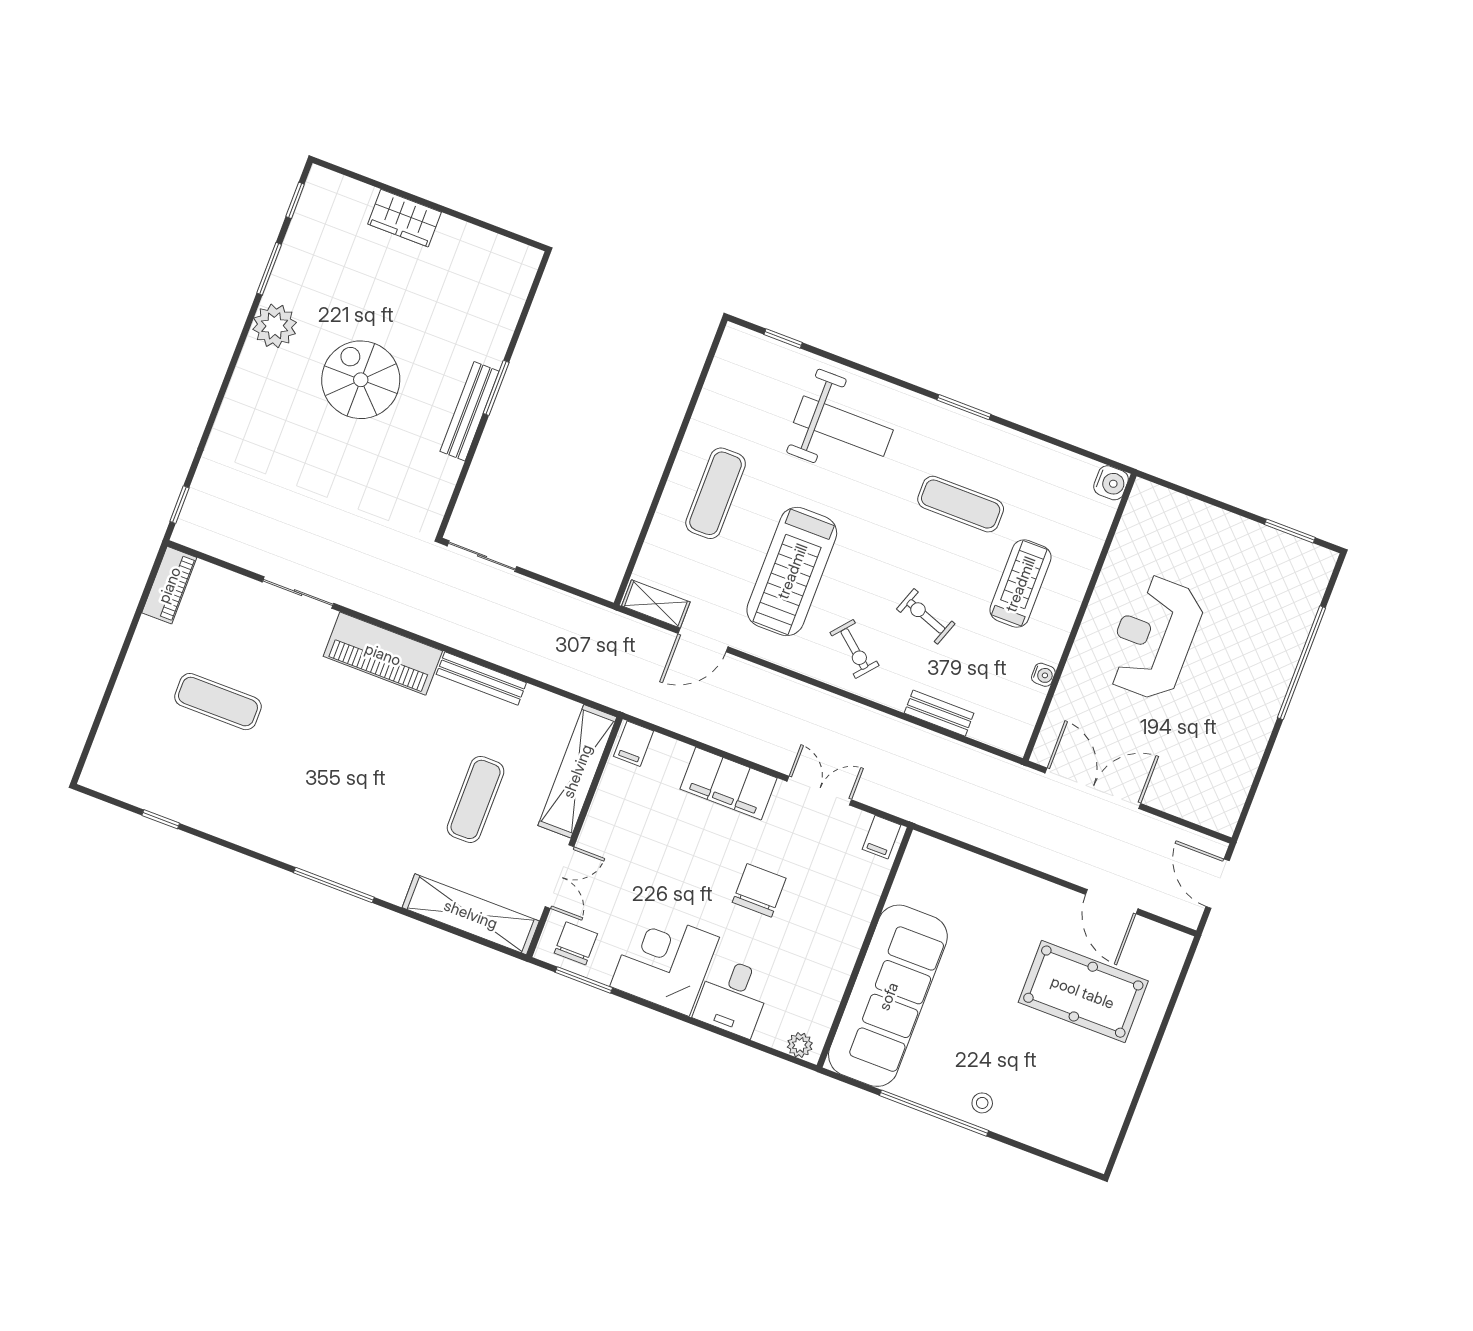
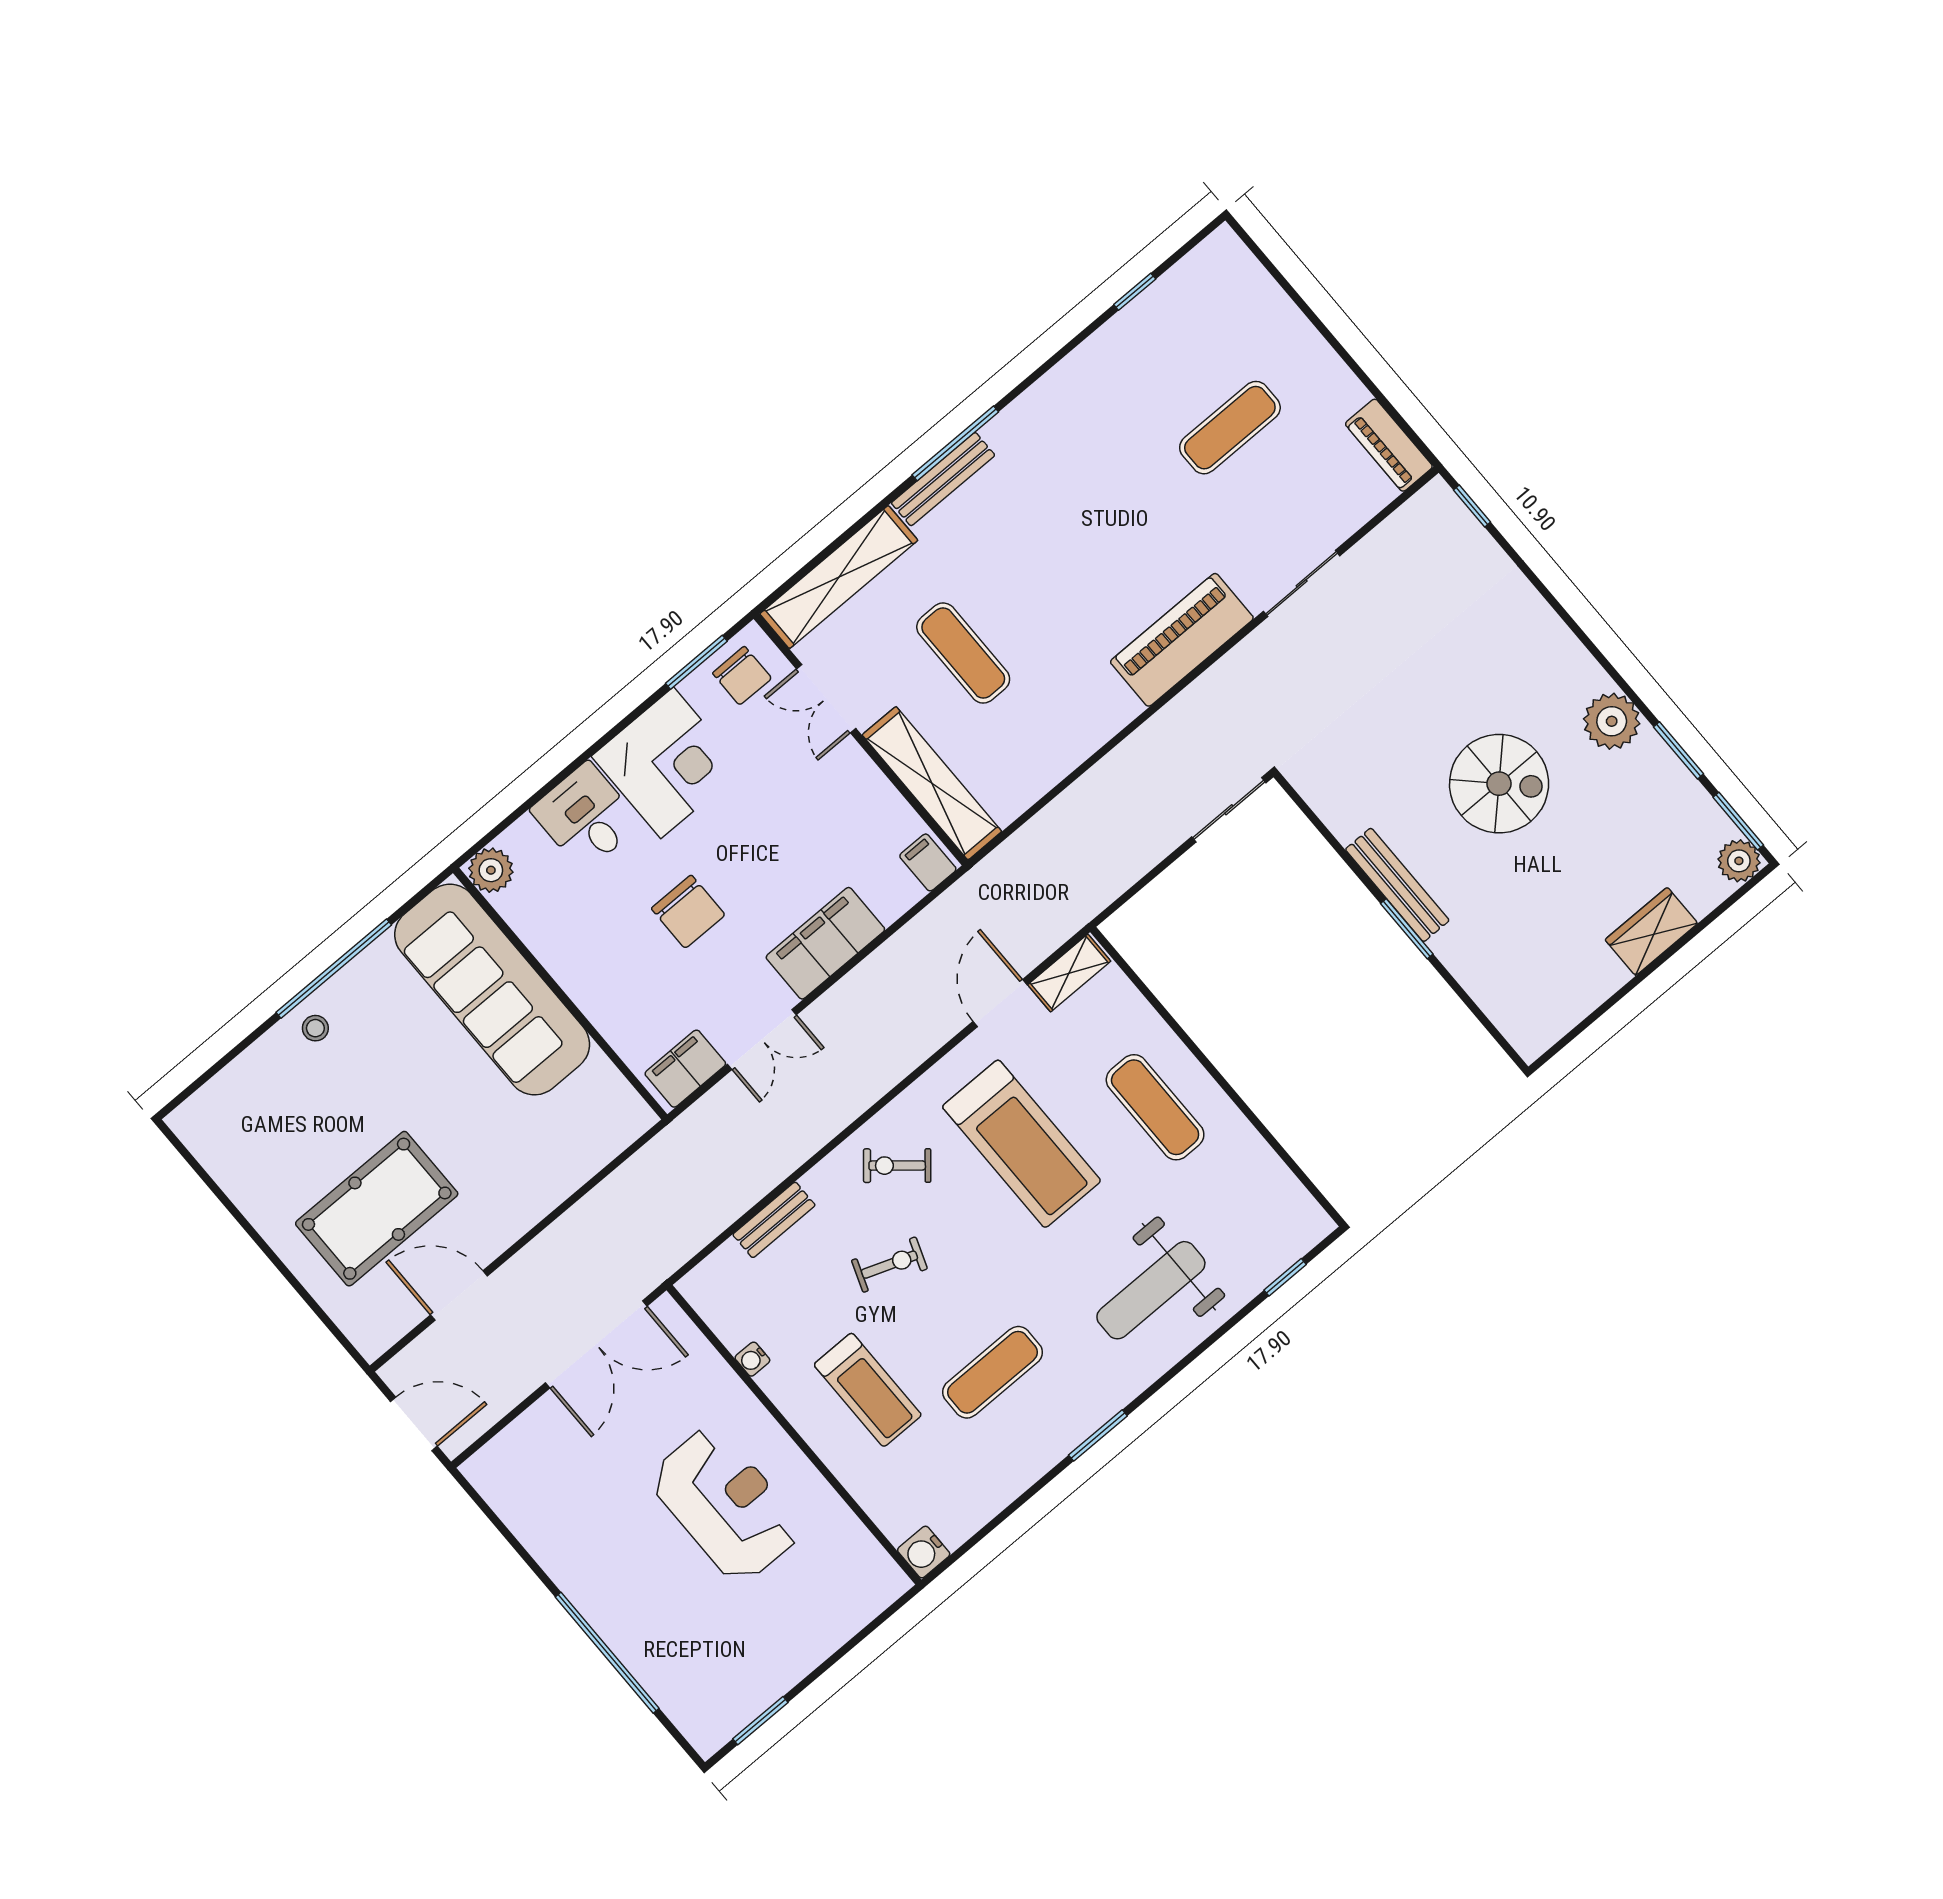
plant: (322, 185) -> (1739, 861), added
window: (295, 200) -> (1738, 821), width x1.50
treadmill: (792, 571) -> (1022, 1144), turned 180
bench: (481, 679) -> (943, 479), moved
filing cabinet: (881, 837) -> (685, 1069), width x2.00
plant: (800, 1045) -> (491, 870), width x1.38, depth x1.38

